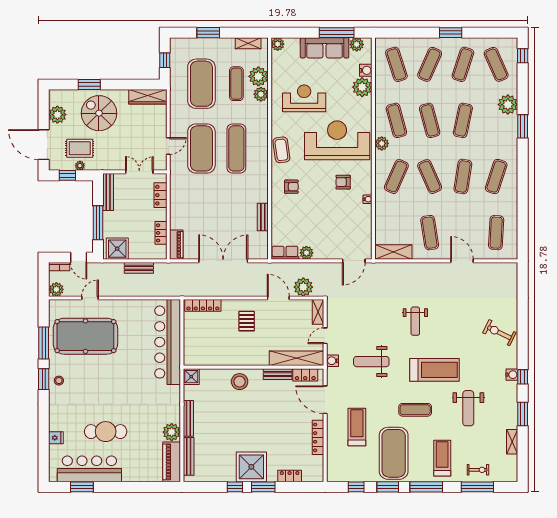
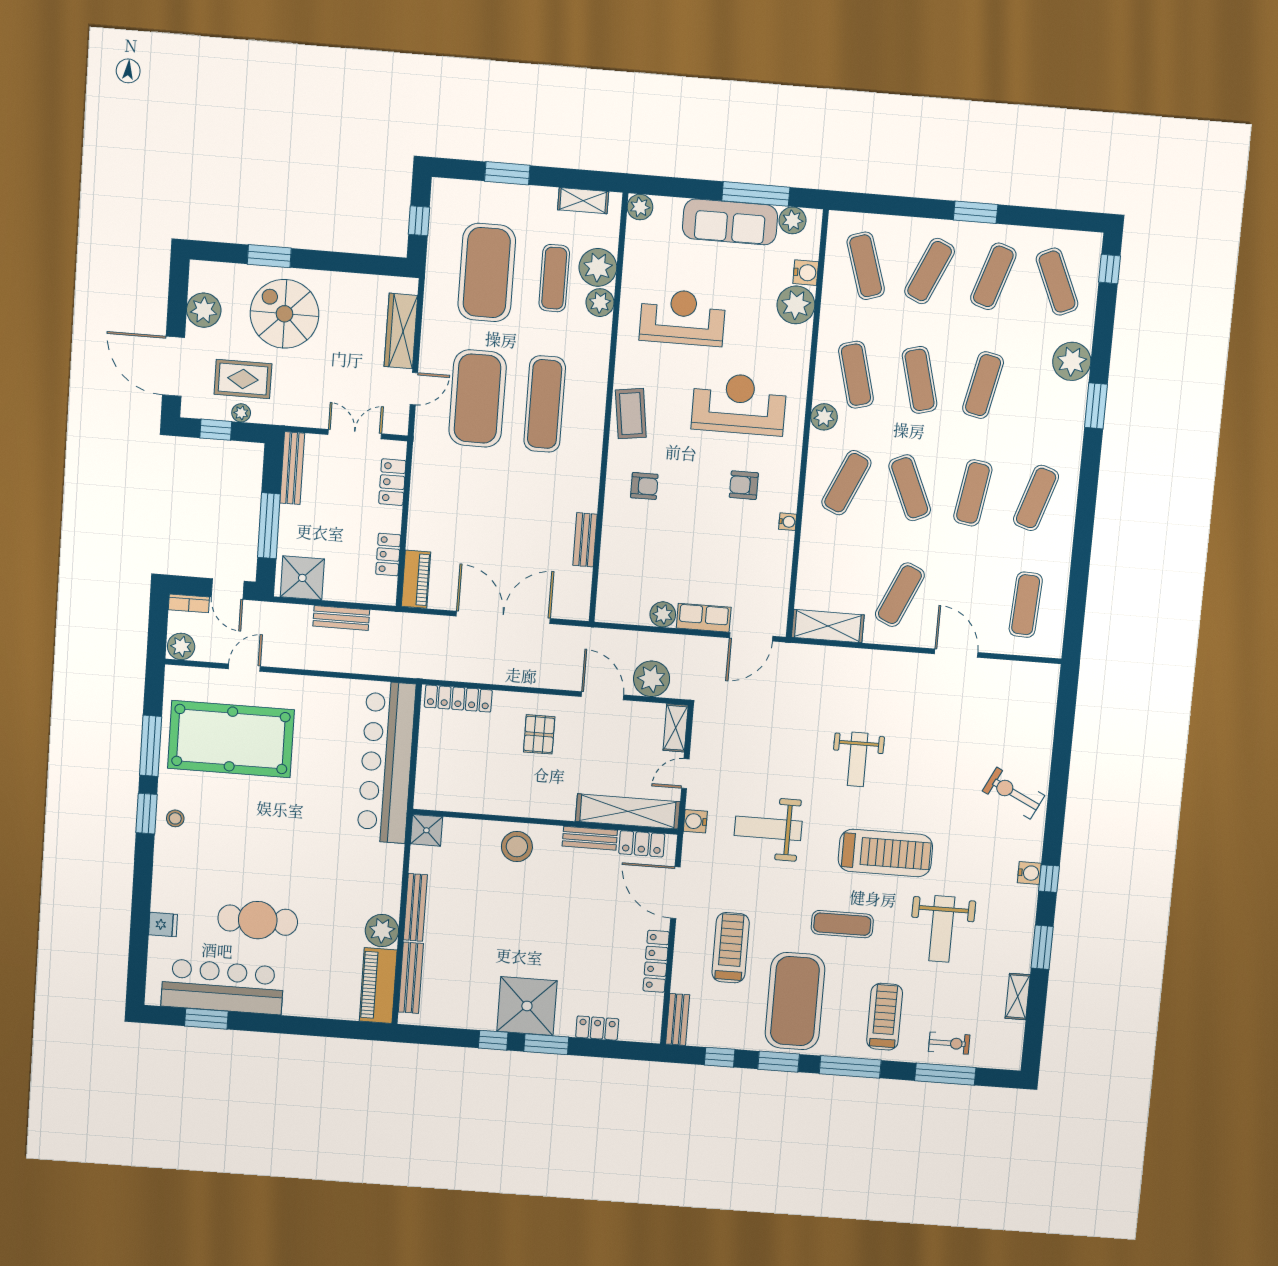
wardrobe: (148, 97) -> (401, 331), moved, turned 90
reception desk: (337, 140) -> (739, 404), width x0.74, depth x0.77
exercise mat: (430, 233) -> (900, 595), turned 33
row of seats: (285, 253) -> (704, 618), moved
bench: (332, 468) -> (678, 1019), added

